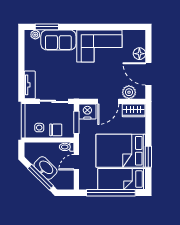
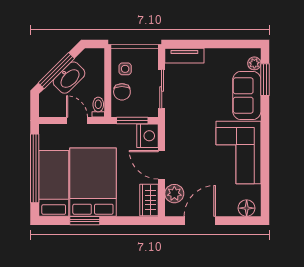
floor lamp: (139, 54) -> (247, 208), moved

